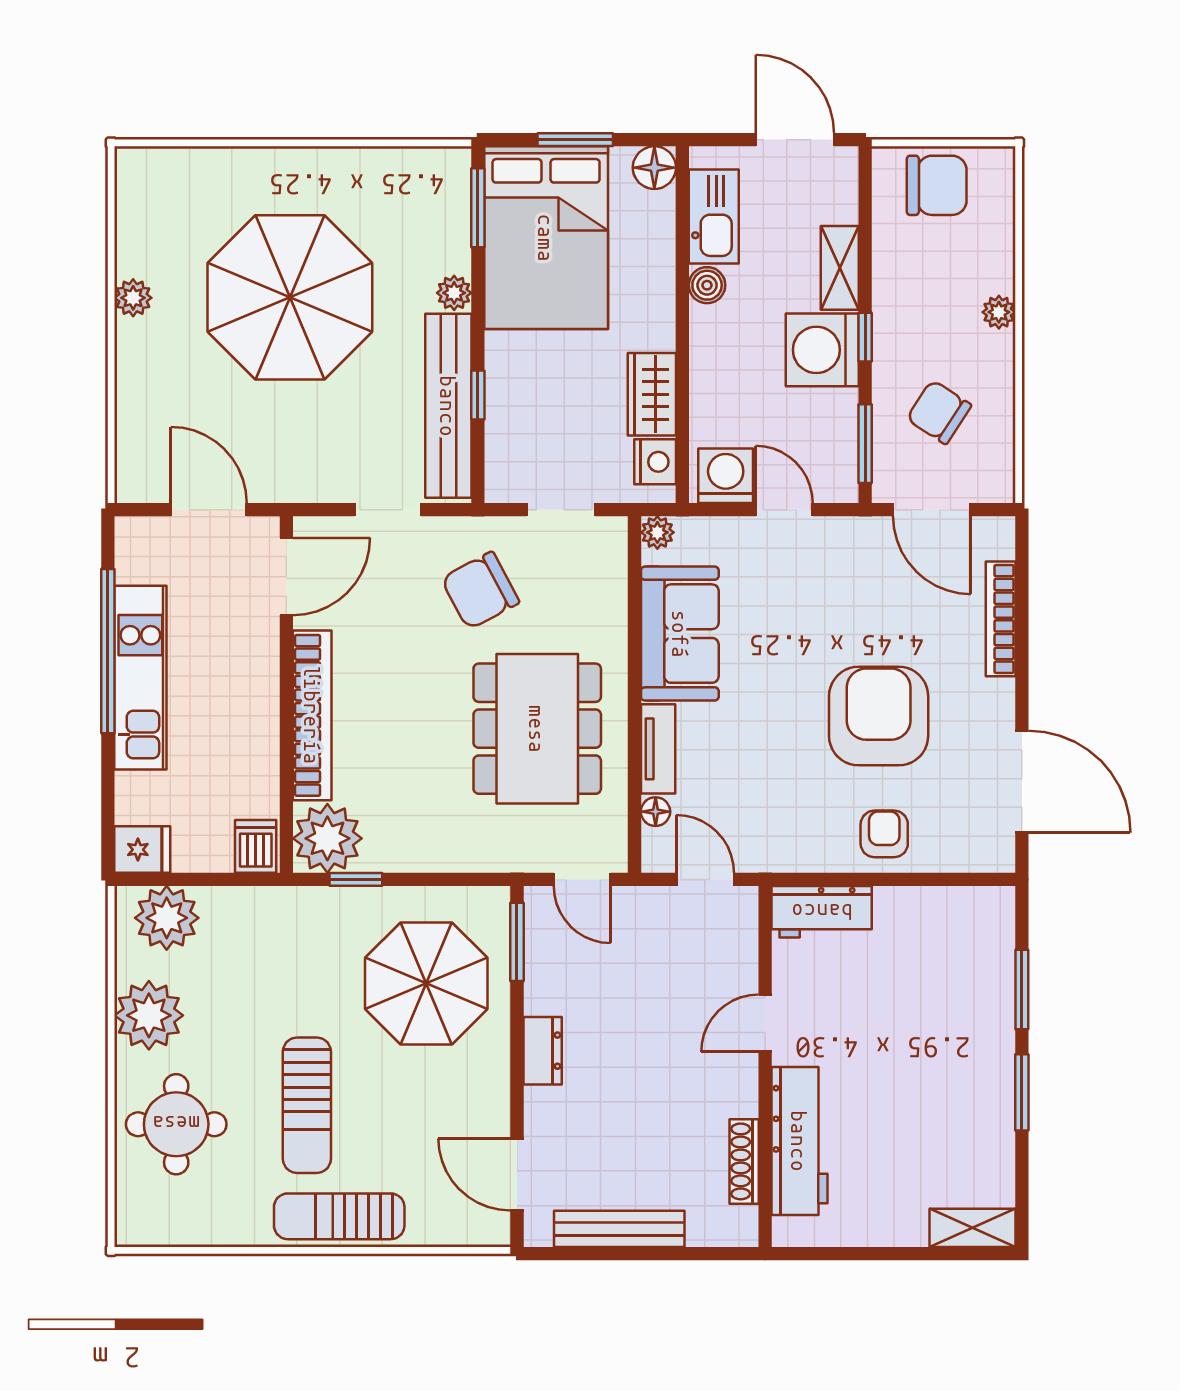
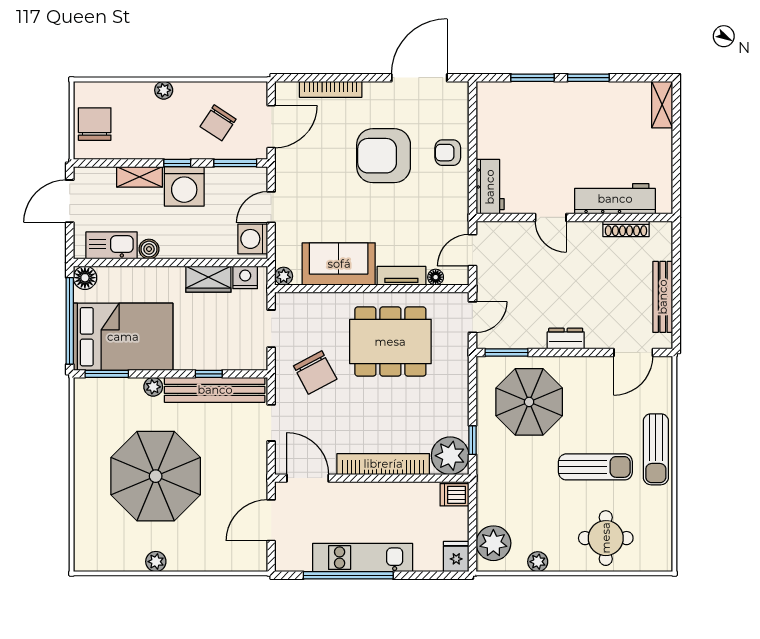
window: (575, 140) -> (70, 321), width x2.11
plant: (149, 1015) -> (538, 562), width x0.53, depth x0.53

